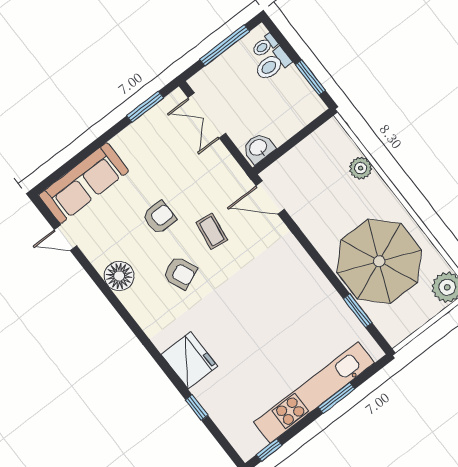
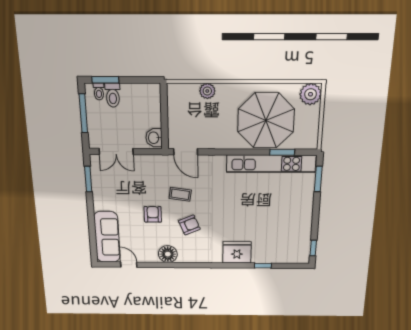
window: (310, 78) -> (105, 80), moved
door: (270, 197) -> (186, 152), hinge flipped
door: (66, 238) -> (129, 265), swing flipped
kitchen unit: (314, 392) -> (271, 164), moved, turned -90
window: (336, 398) -> (318, 179), moved

